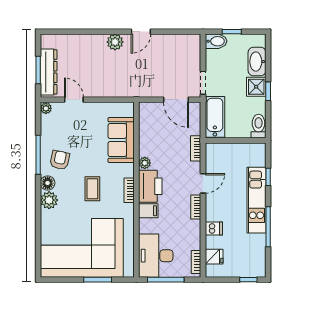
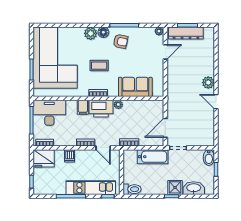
toilet: (259, 126) -> (132, 189), moved
wall: (236, 140) -> (121, 172), moved
fridge: (214, 257) -> (44, 158), width x1.88, depth x1.34

